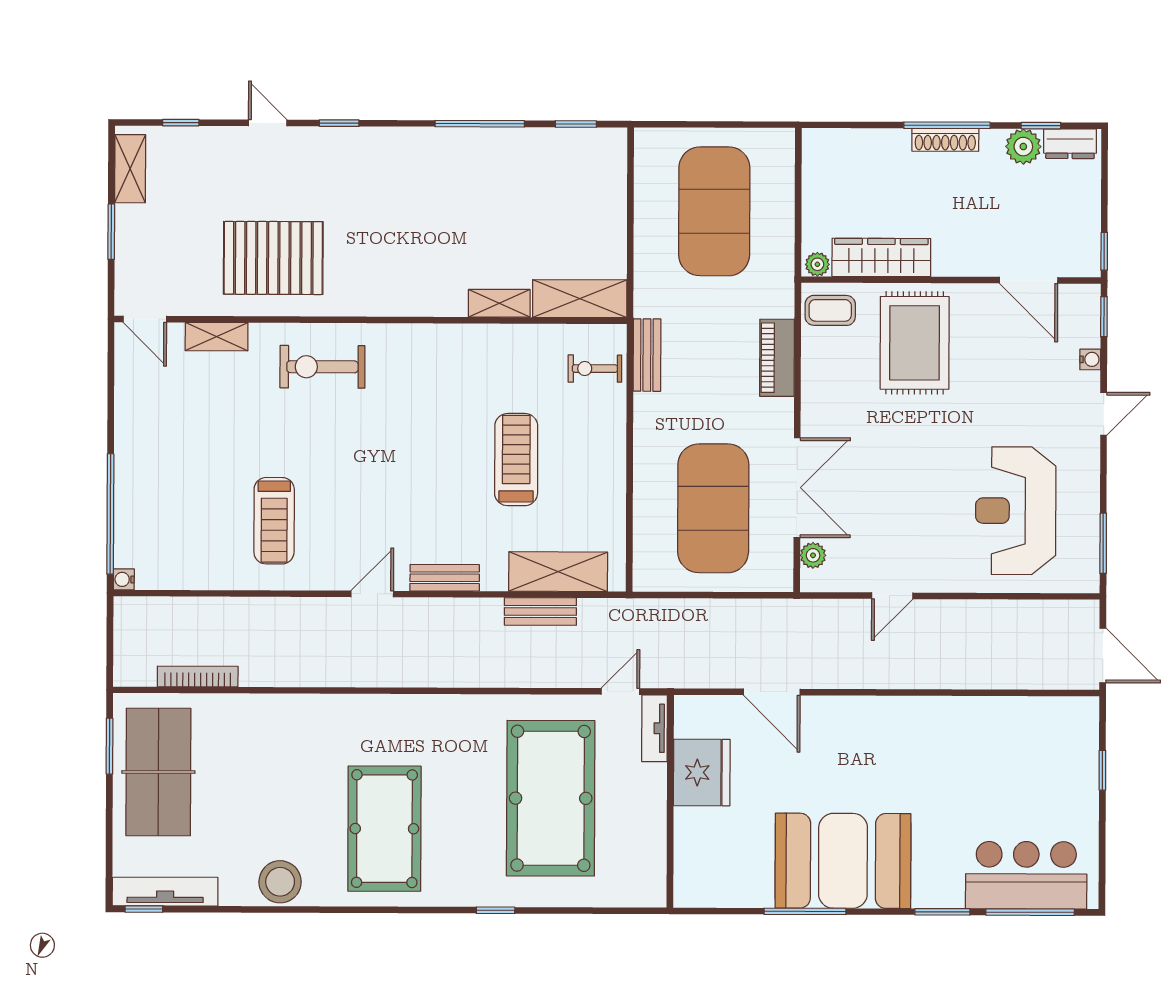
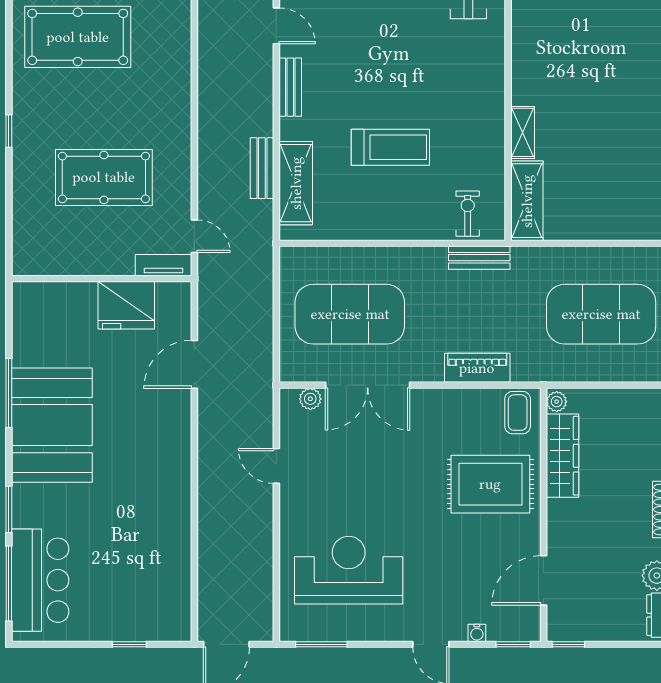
pool table: (551, 798) -> (104, 177), width x0.73, depth x0.76

